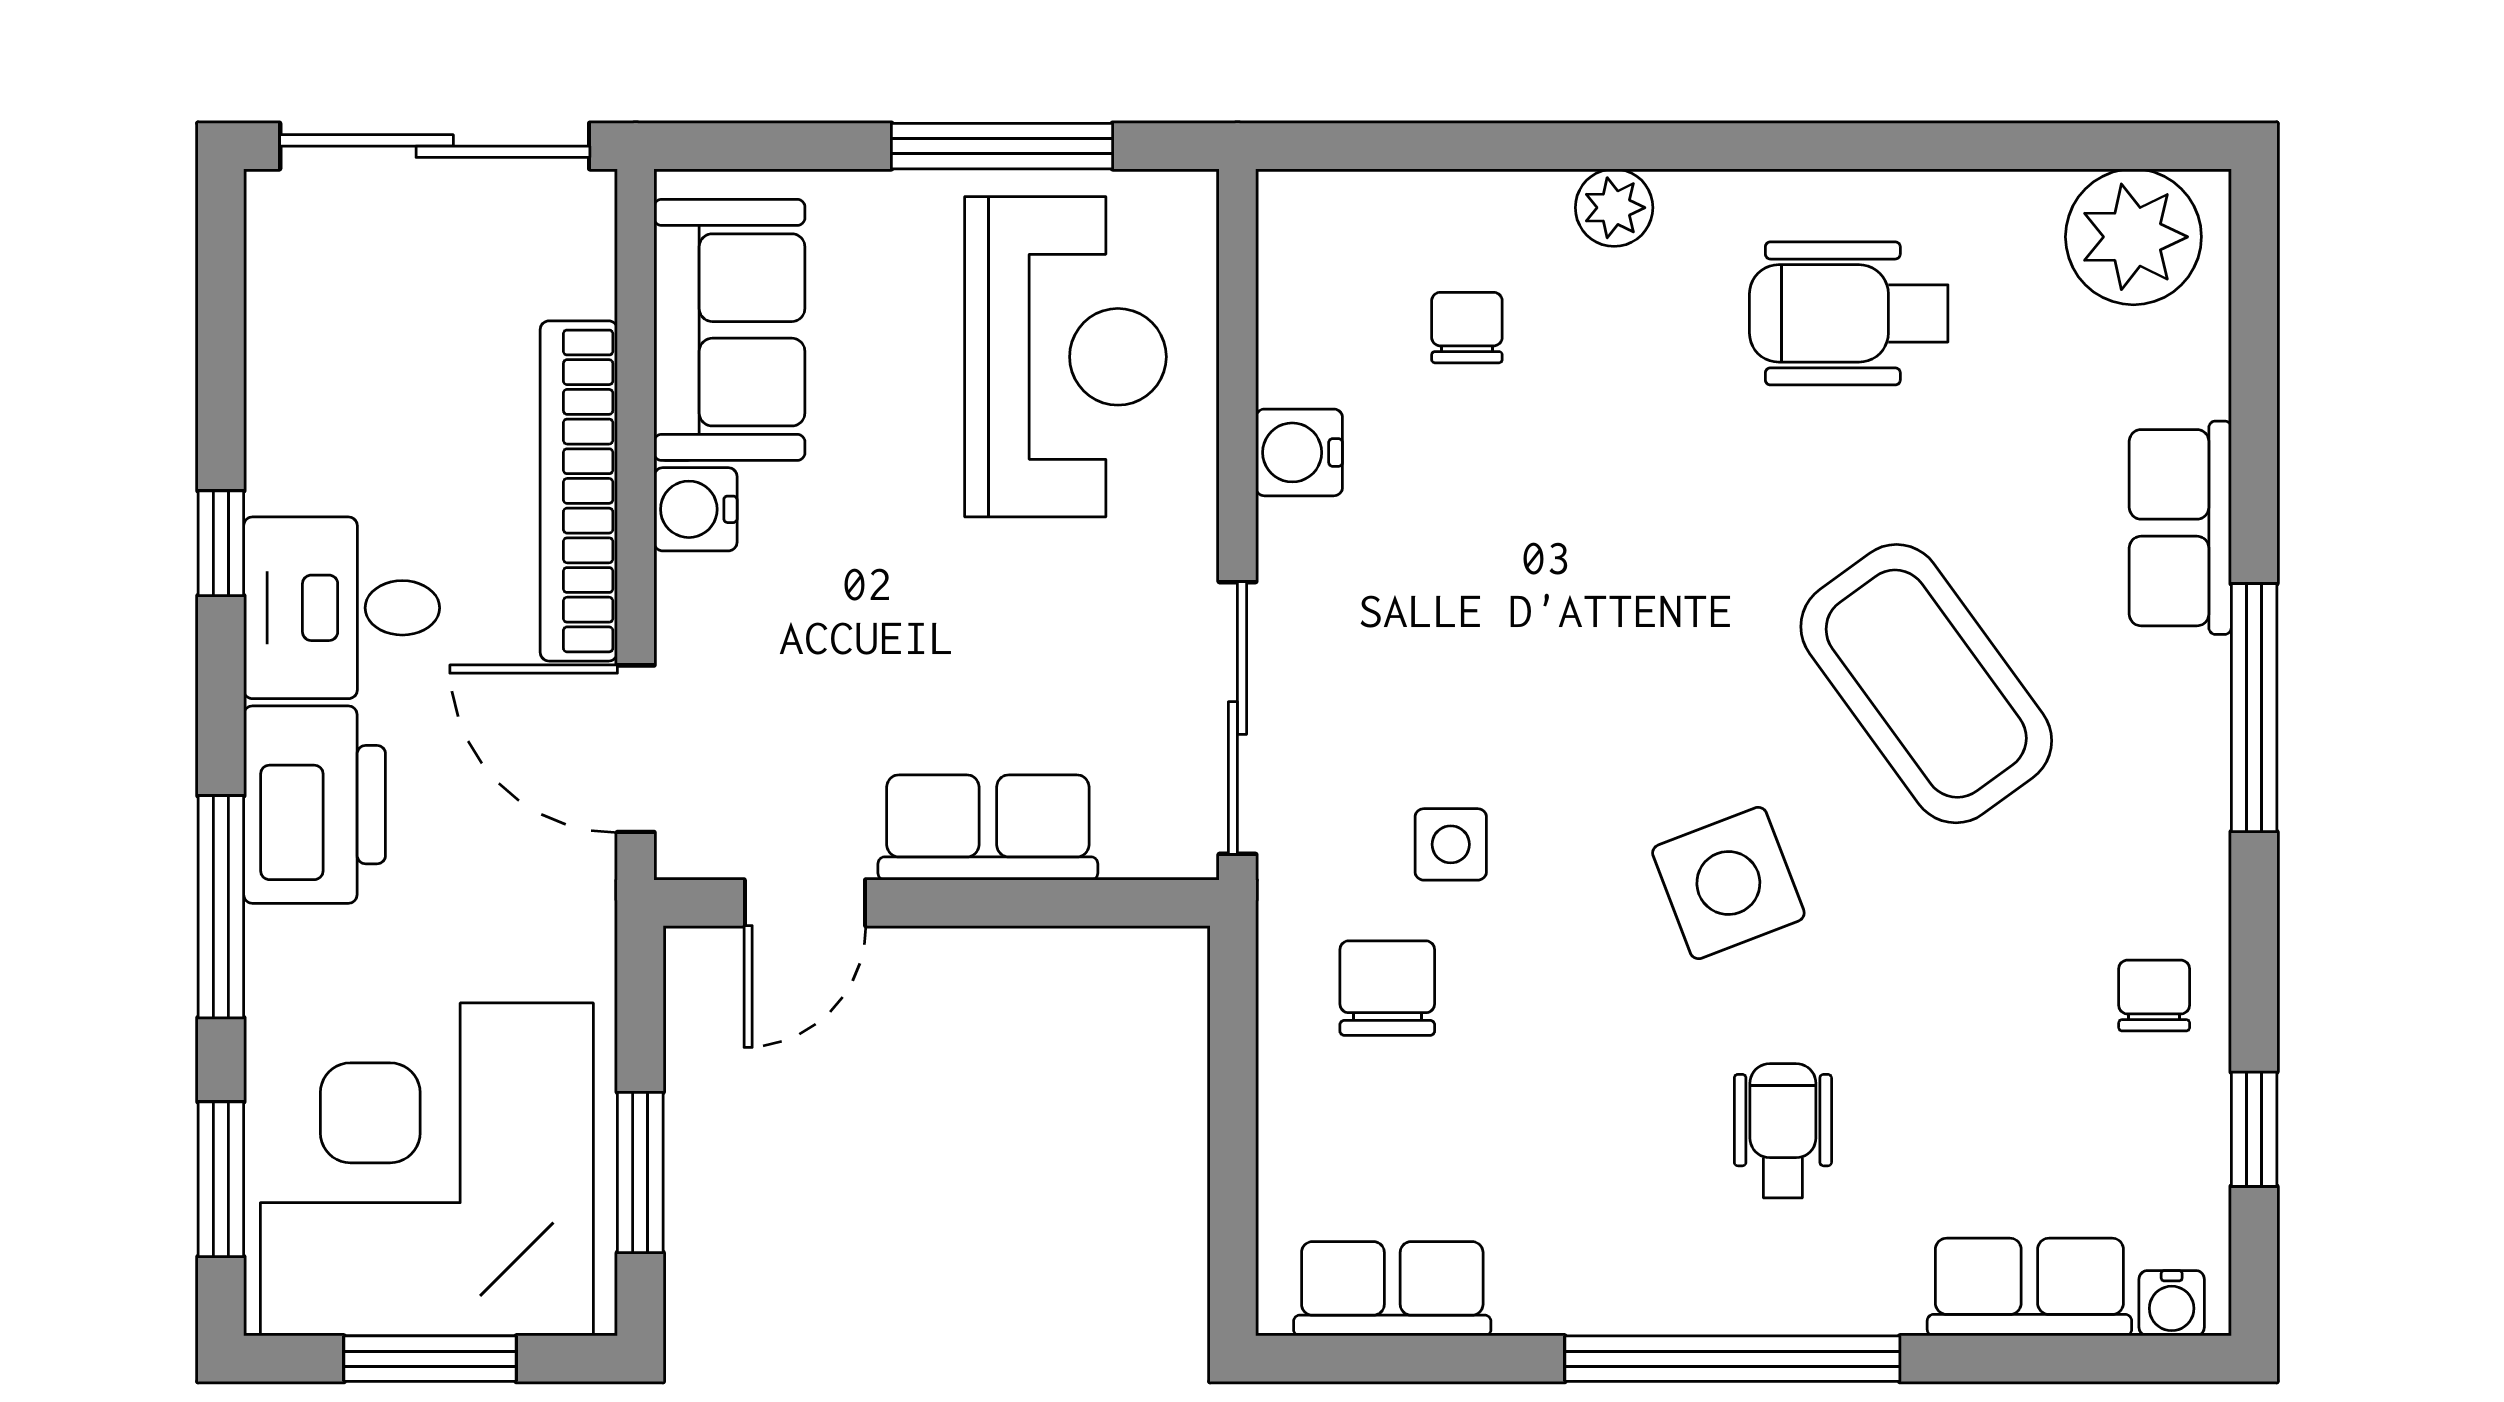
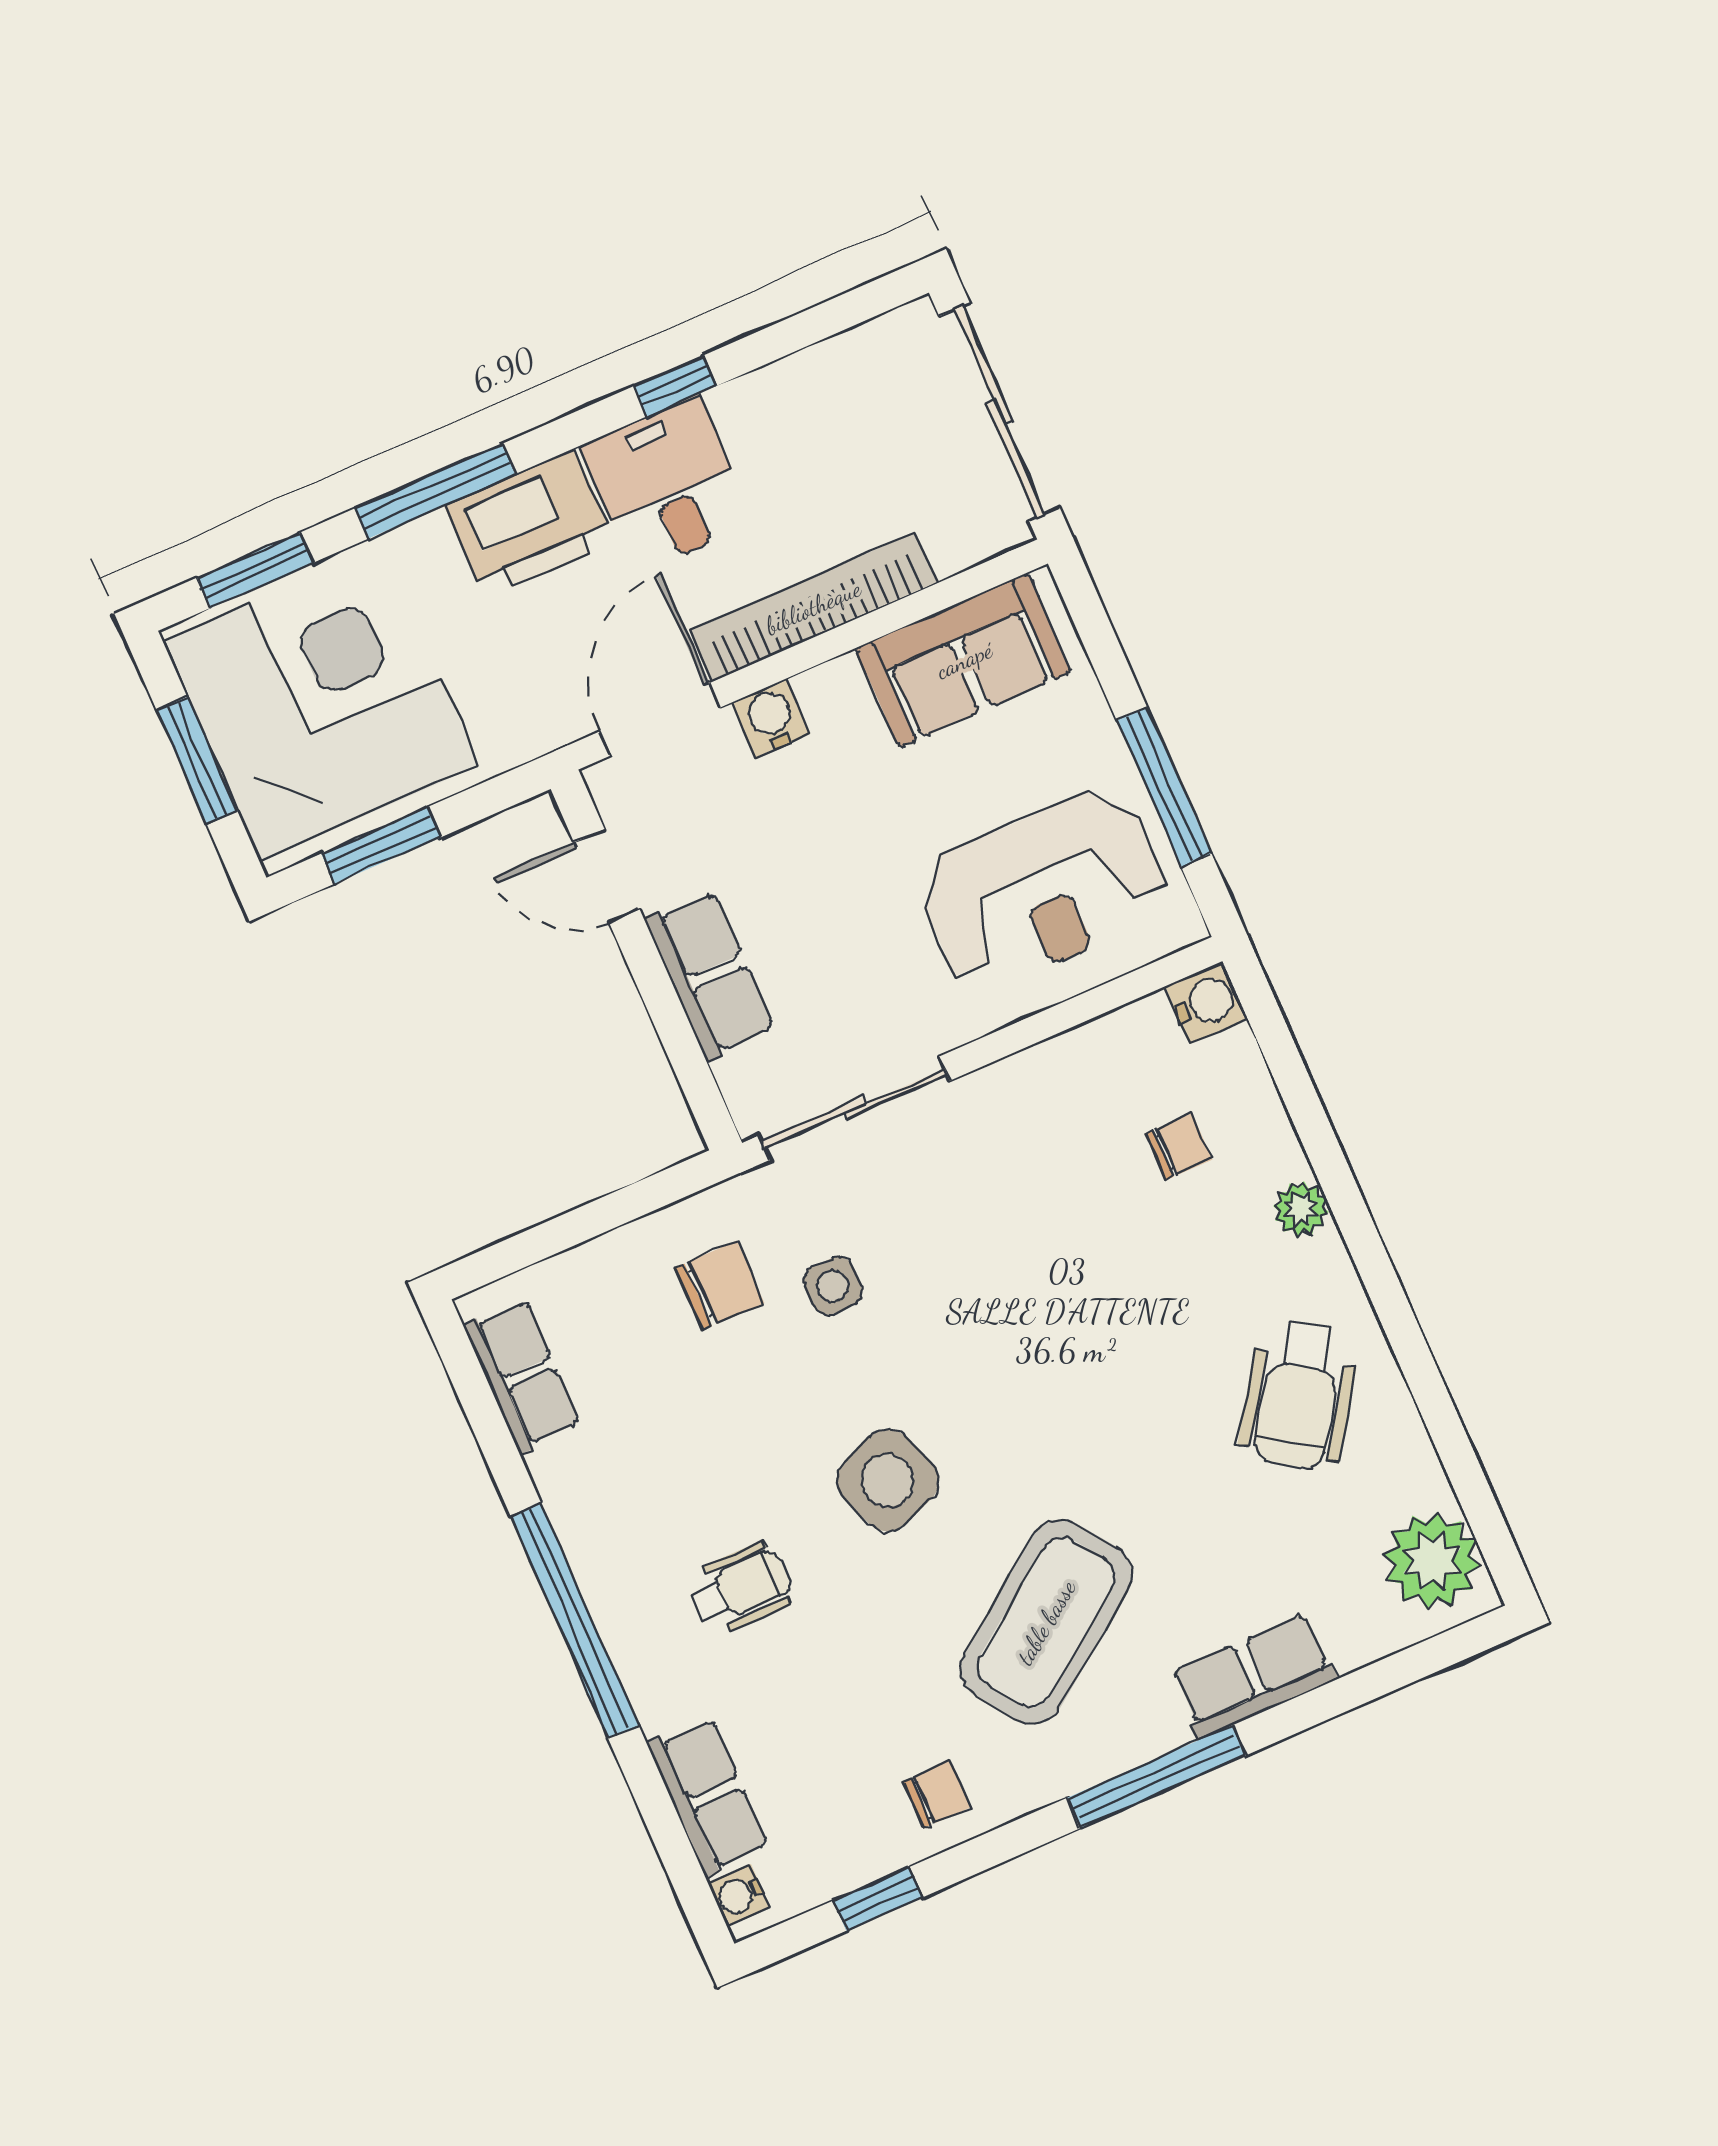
wheelchair: (1849, 313) -> (1299, 1395), turned -146
water cooler: (1299, 452) -> (1206, 1002), moved, turned 90
water cooler: (696, 509) -> (771, 718), moved
coffee table: (1926, 684) -> (1046, 1622), moved

